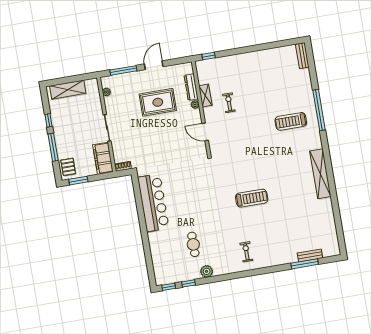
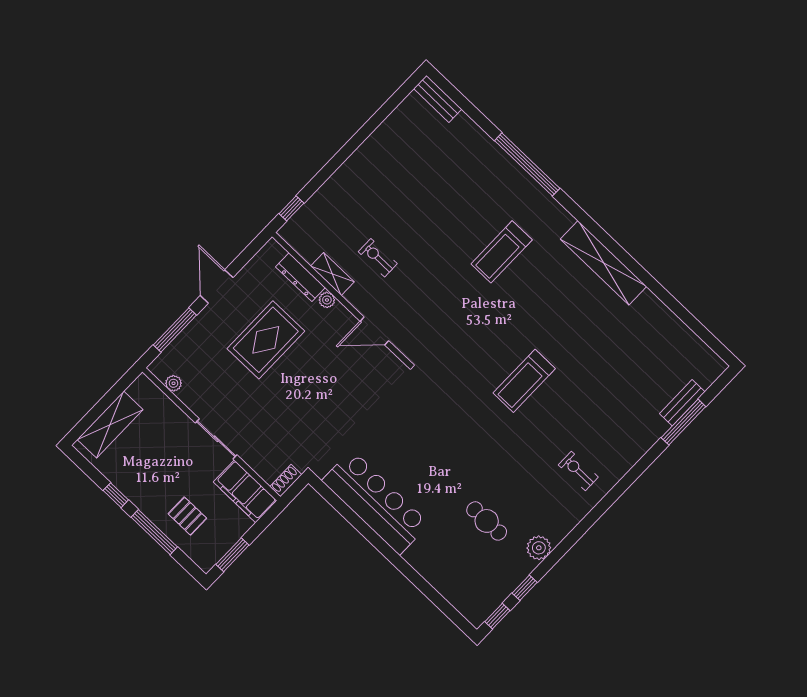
treadmill: (291, 121) -> (502, 252), moved
pallet: (68, 167) -> (187, 516), moved
treadmill: (252, 198) -> (524, 381), turned 180

